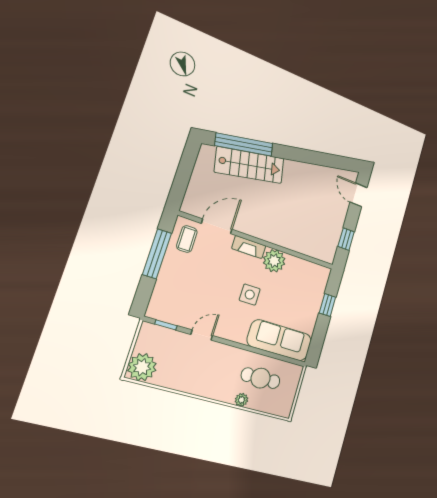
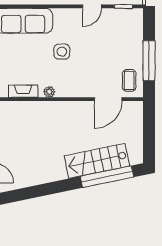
fireplace: (249, 247) -> (23, 91), moved
plant: (274, 261) -> (49, 92), width x0.53, depth x0.53

